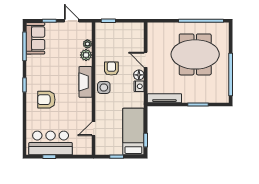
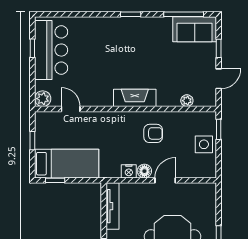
plant: (86, 55) -> (43, 99), moved
side table: (104, 87) -> (204, 144), moved
armchair: (46, 100) -> (110, 44), removed

